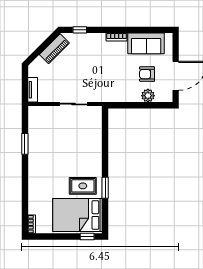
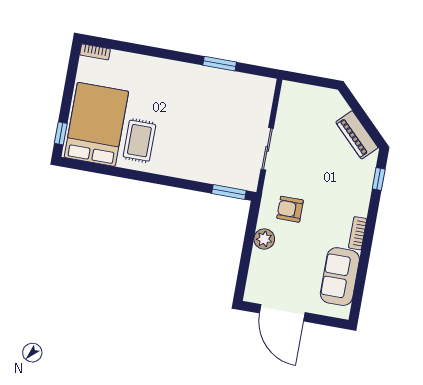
armchair: (147, 74) -> (290, 209), moved, turned -90
tv unit: (33, 90) -> (300, 90), removed
plant: (148, 96) -> (264, 239), moved
window: (105, 188) -> (229, 192), moved

